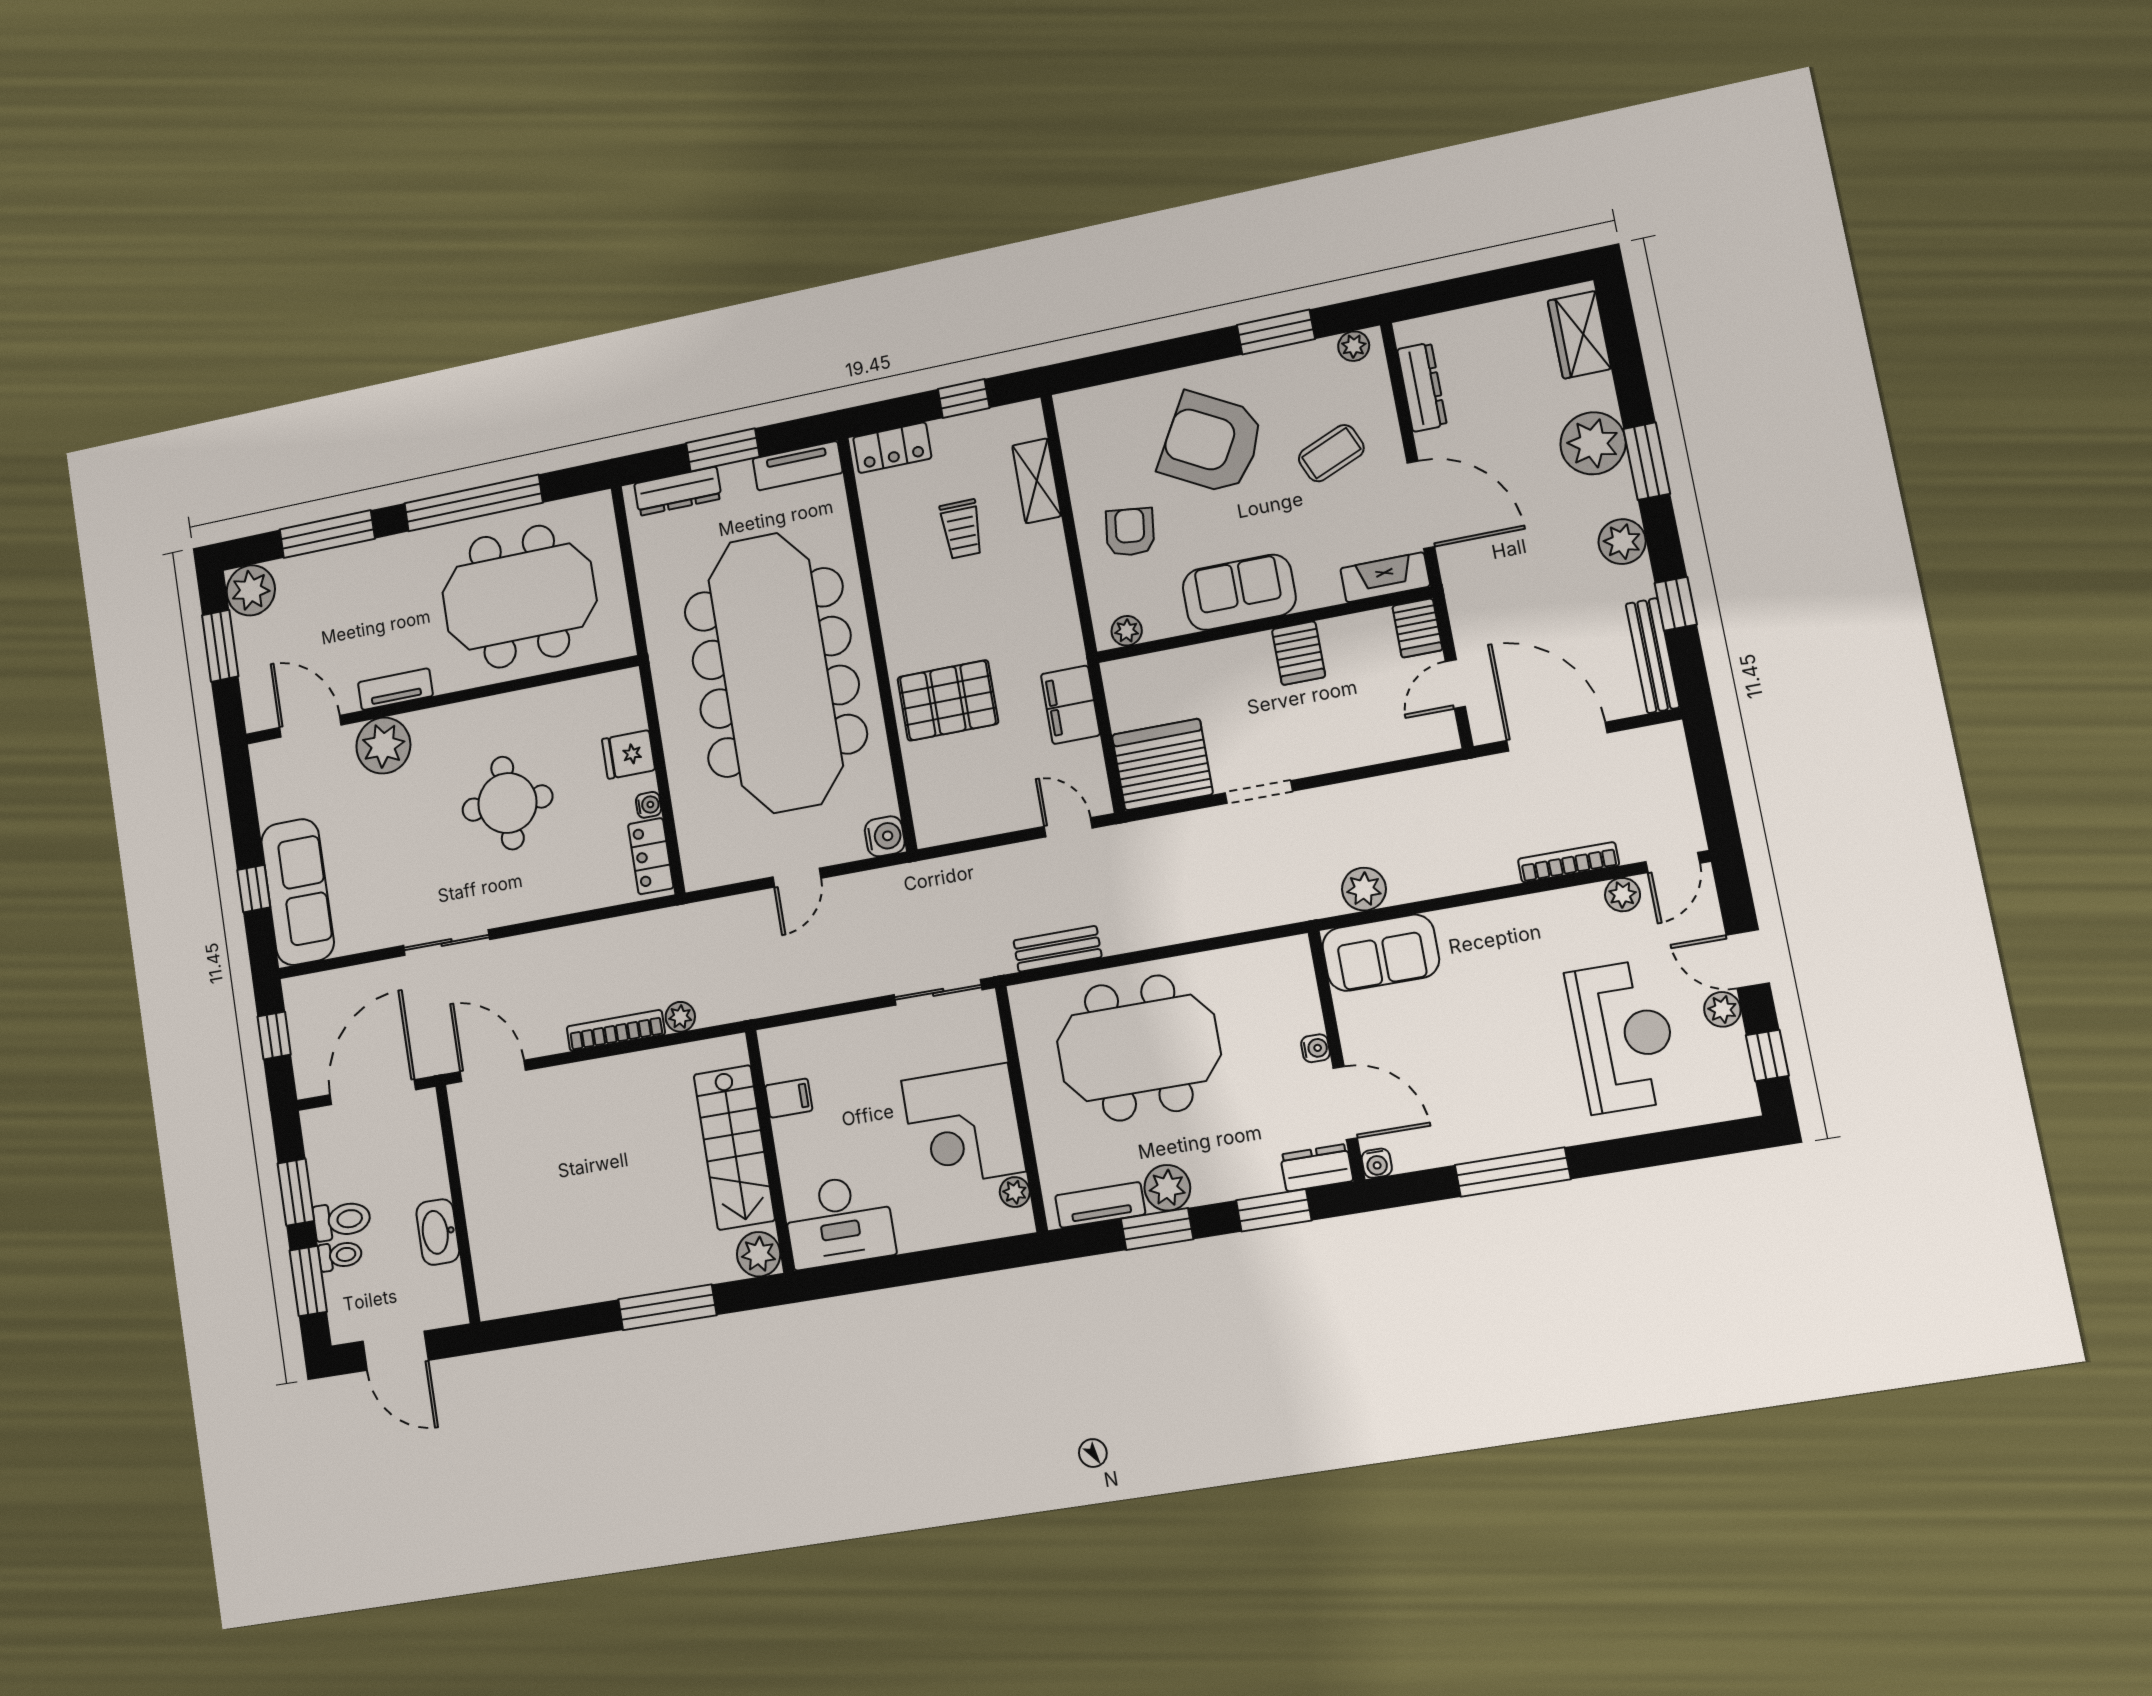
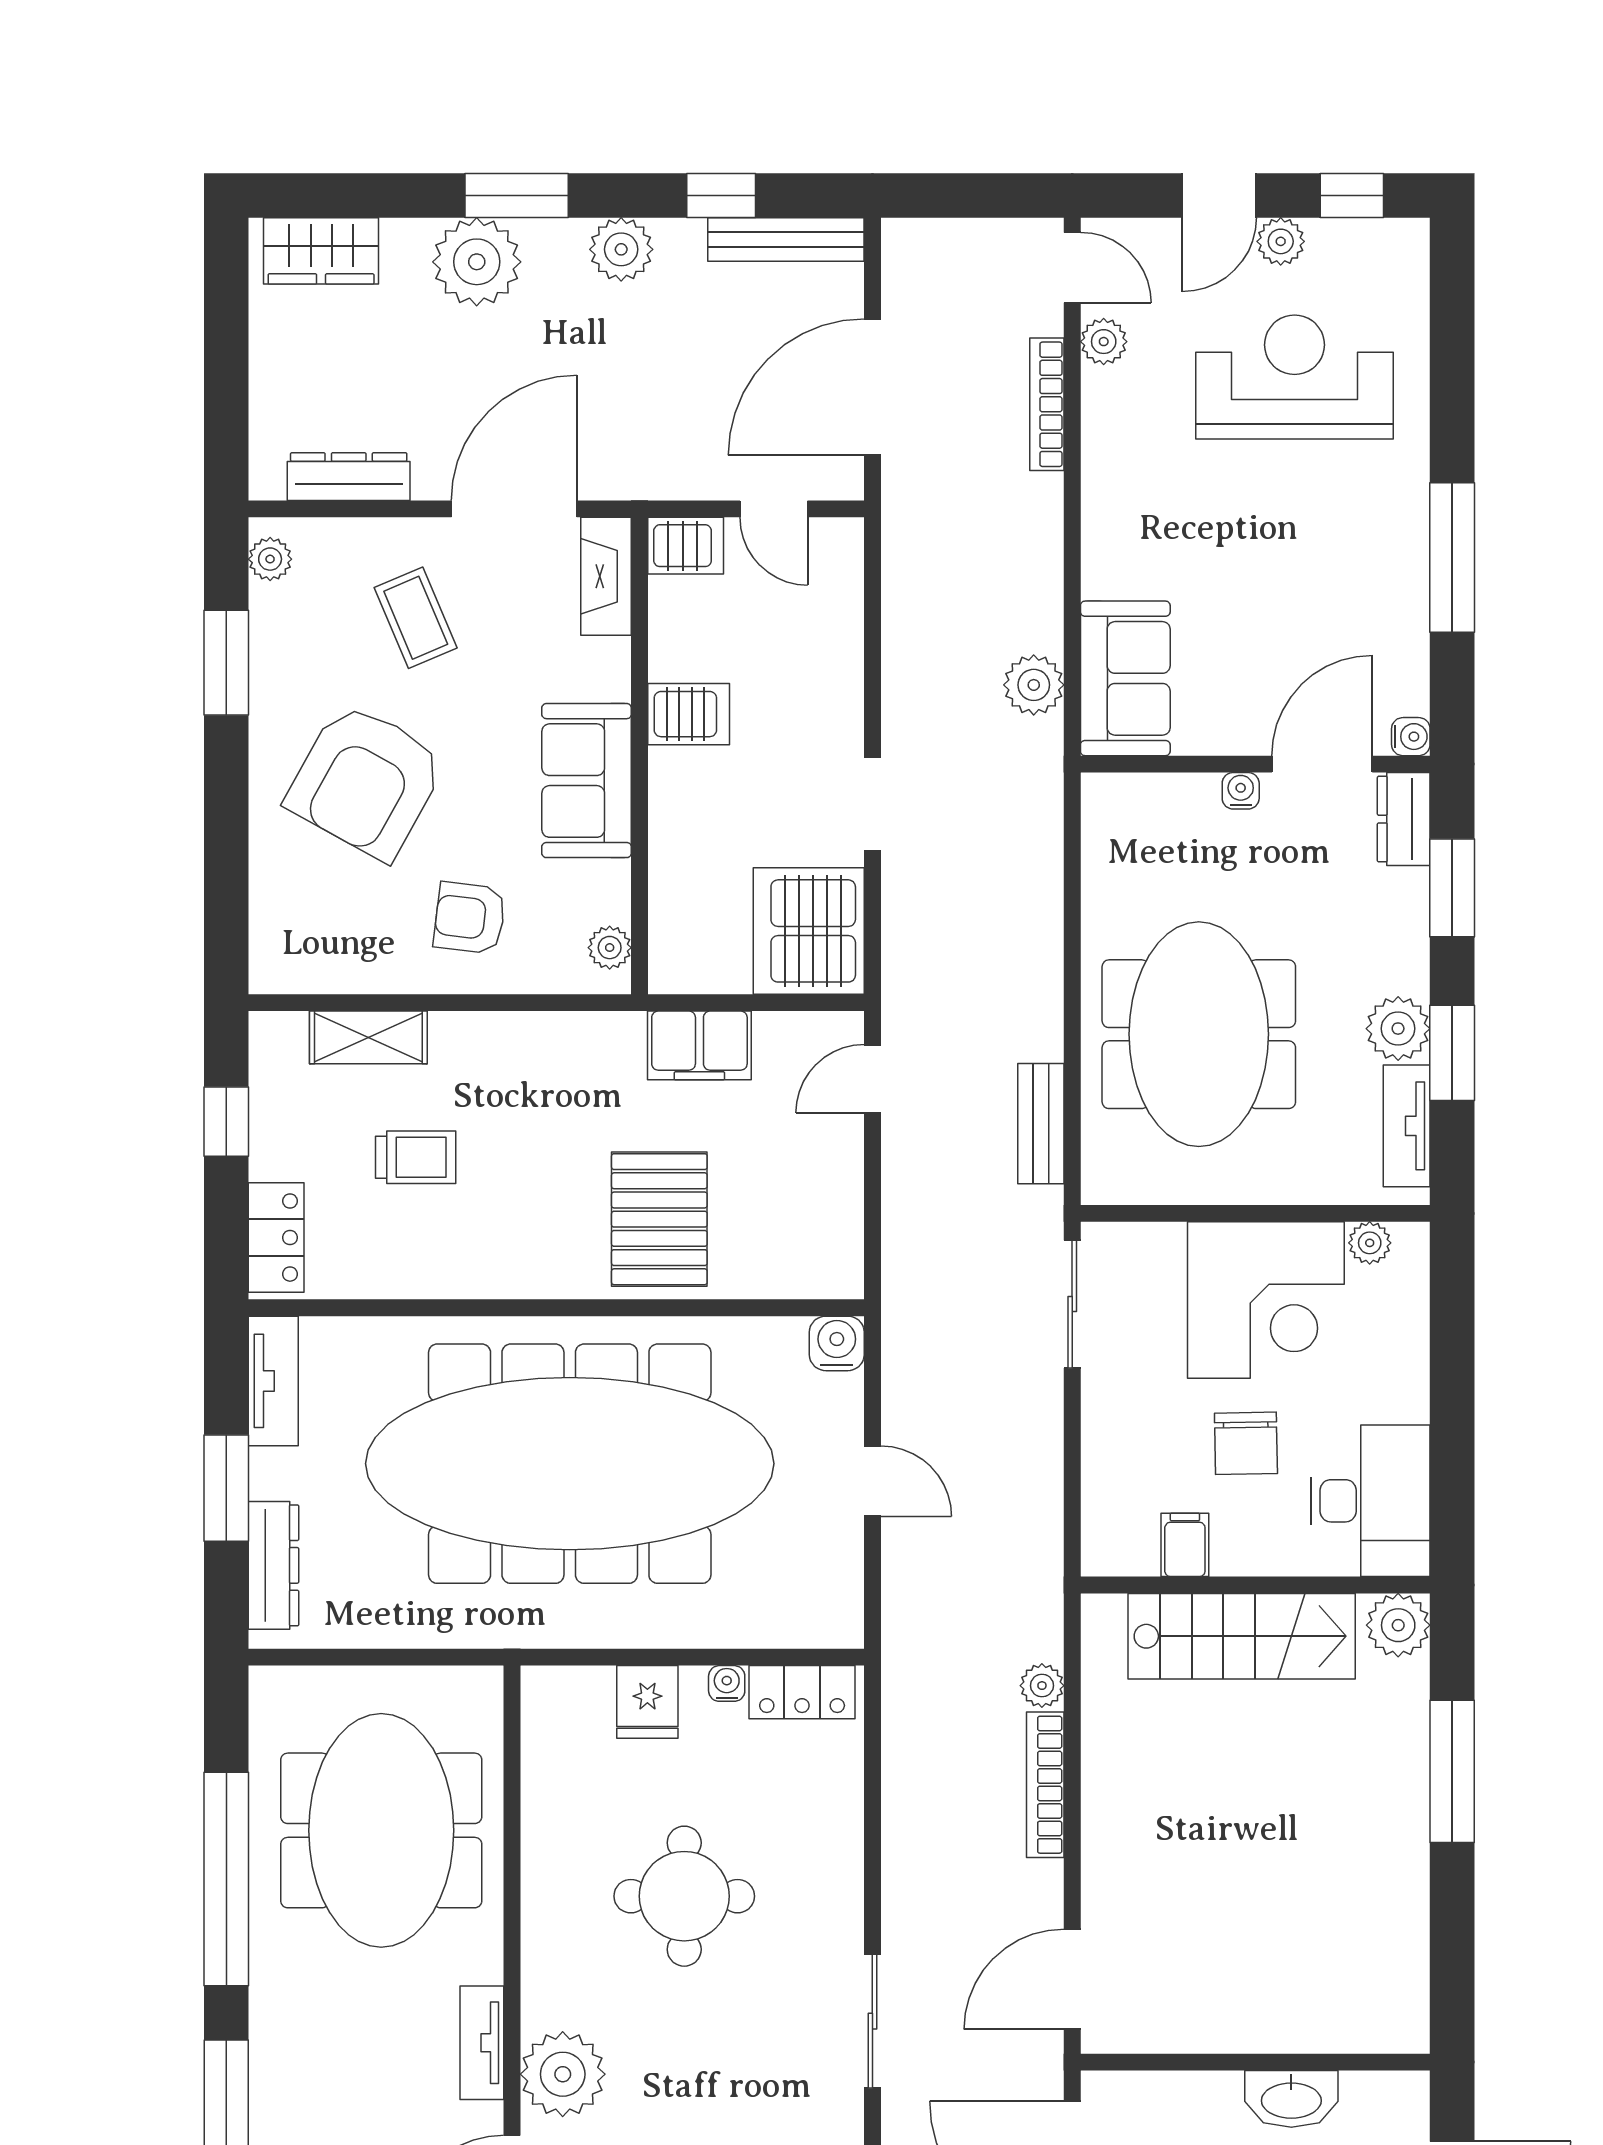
chair: (864, 1128) -> (1246, 1443), added

